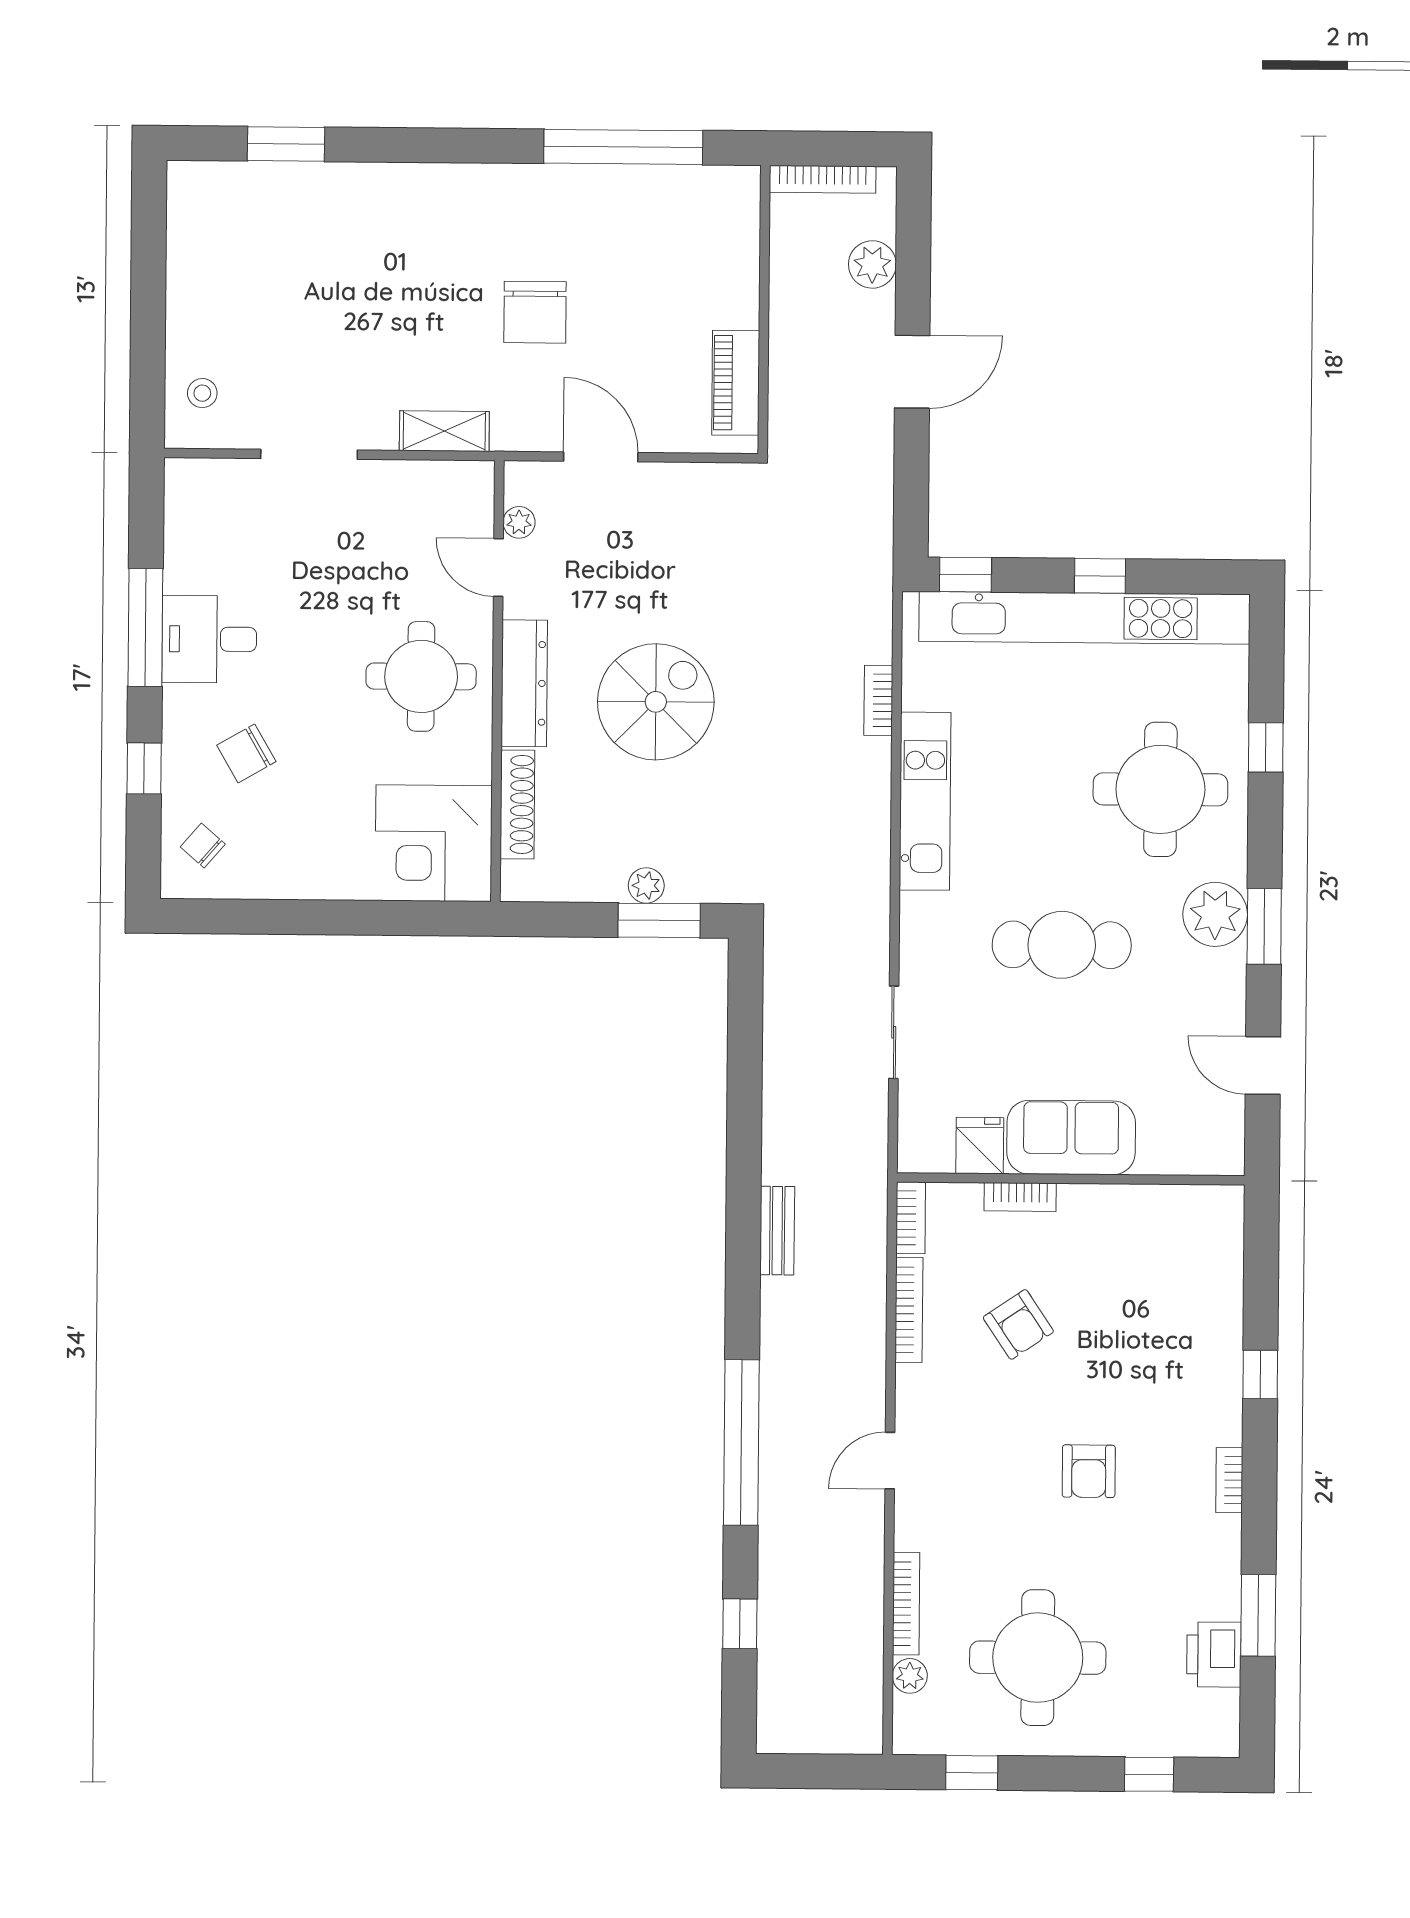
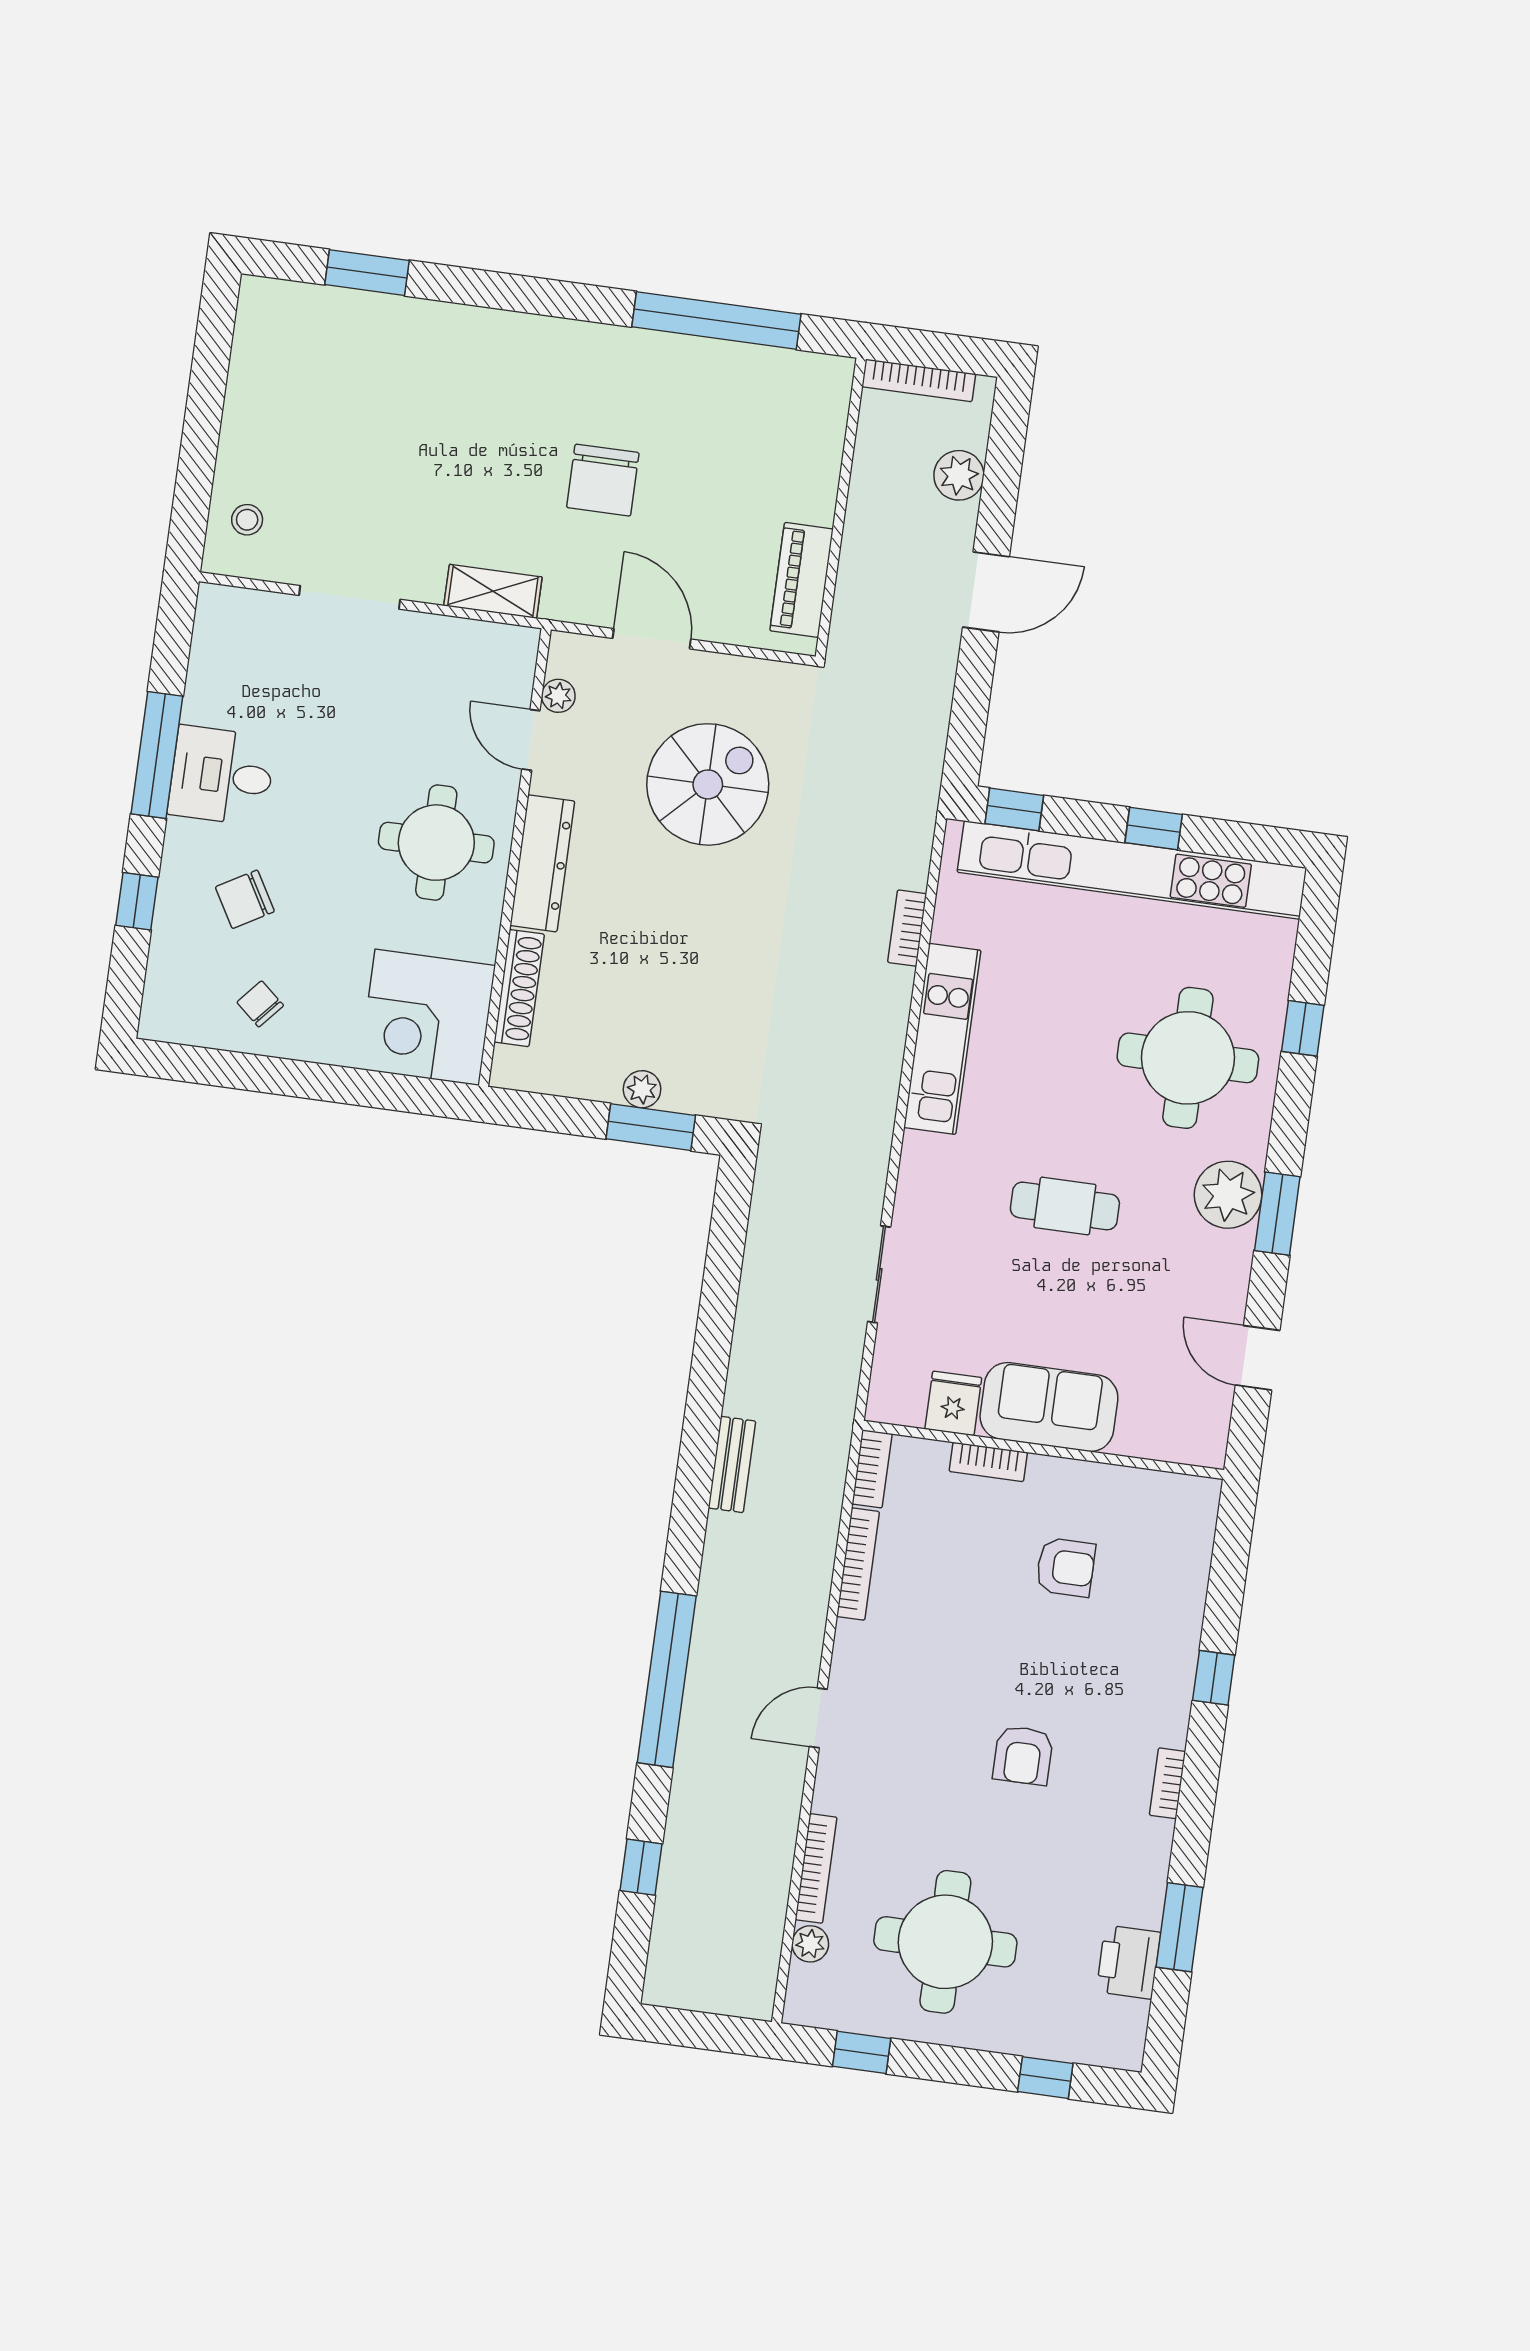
spiral stairs: (656, 702) -> (708, 784), moved
chair: (203, 846) -> (260, 1004), moved
cafe table: (1062, 945) -> (1065, 1206), width x0.73, depth x0.74
armchair: (1018, 1324) -> (1066, 1567), moved, turned -56

